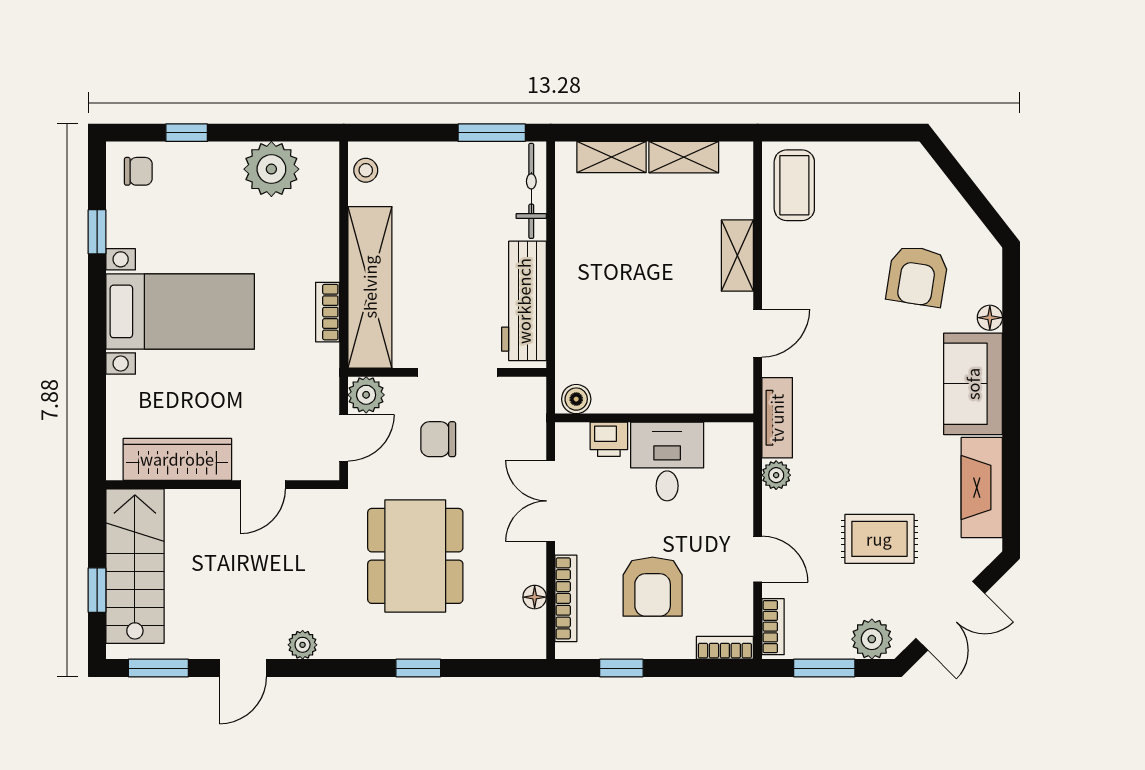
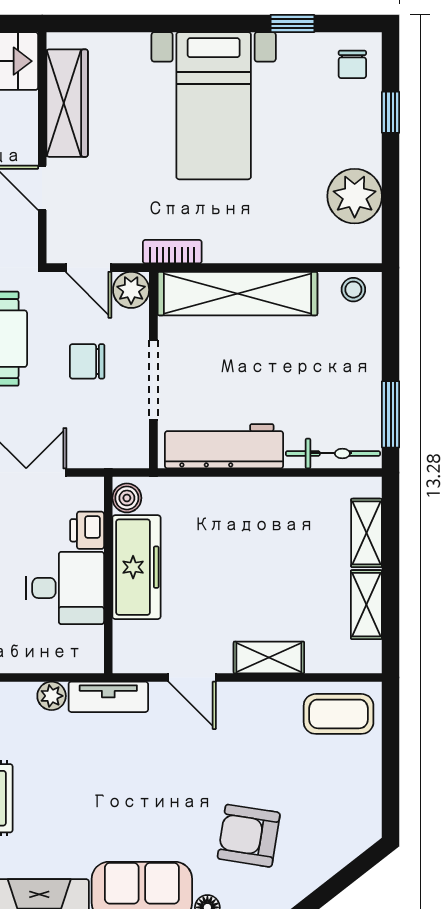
bookcase: (328, 312) -> (172, 252), moved
freezer: (646, 389) -> (136, 567), added
chair: (438, 439) -> (87, 361), turned -90

